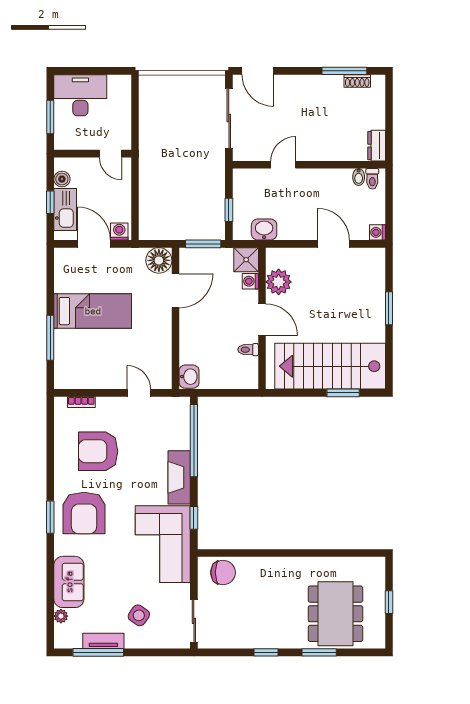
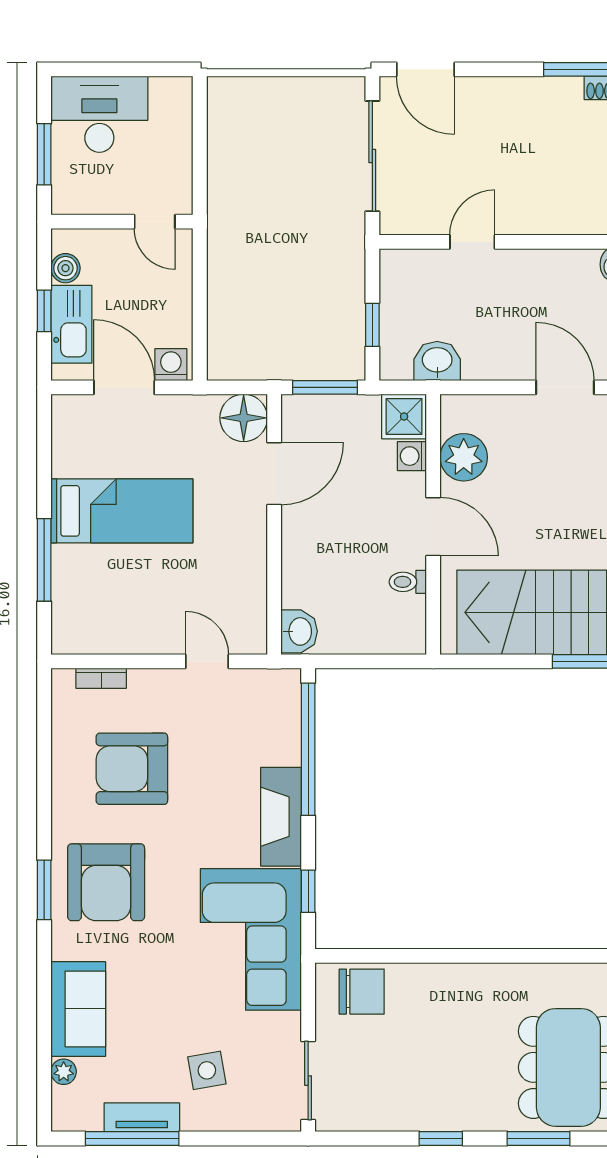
side table: (139, 615) -> (207, 1070), turned 45

